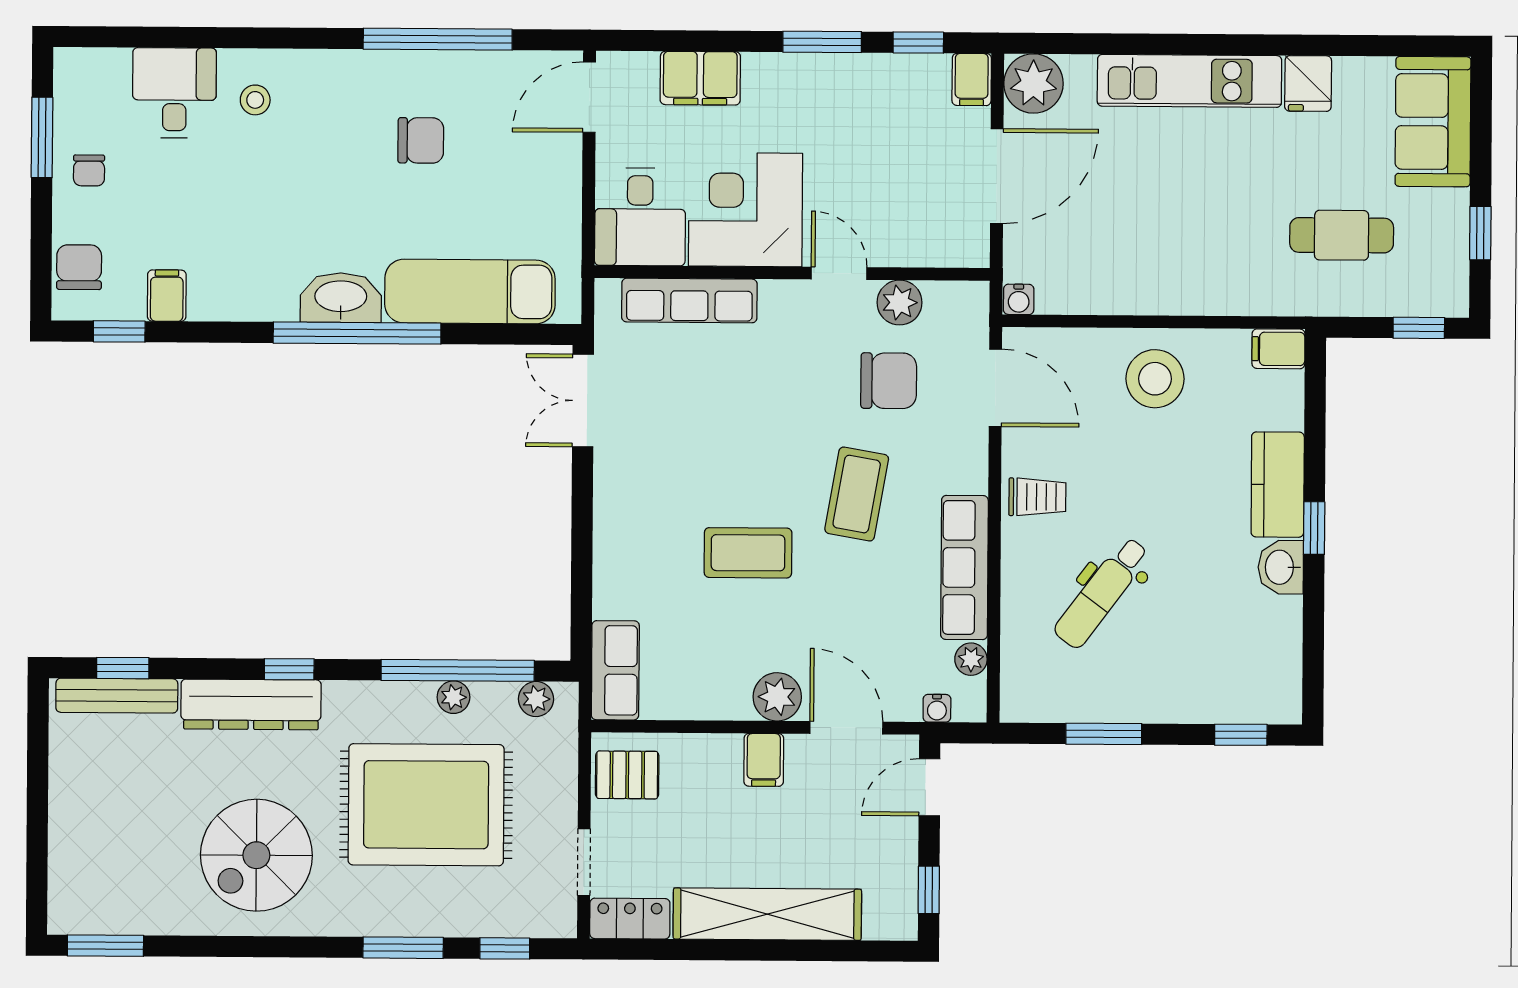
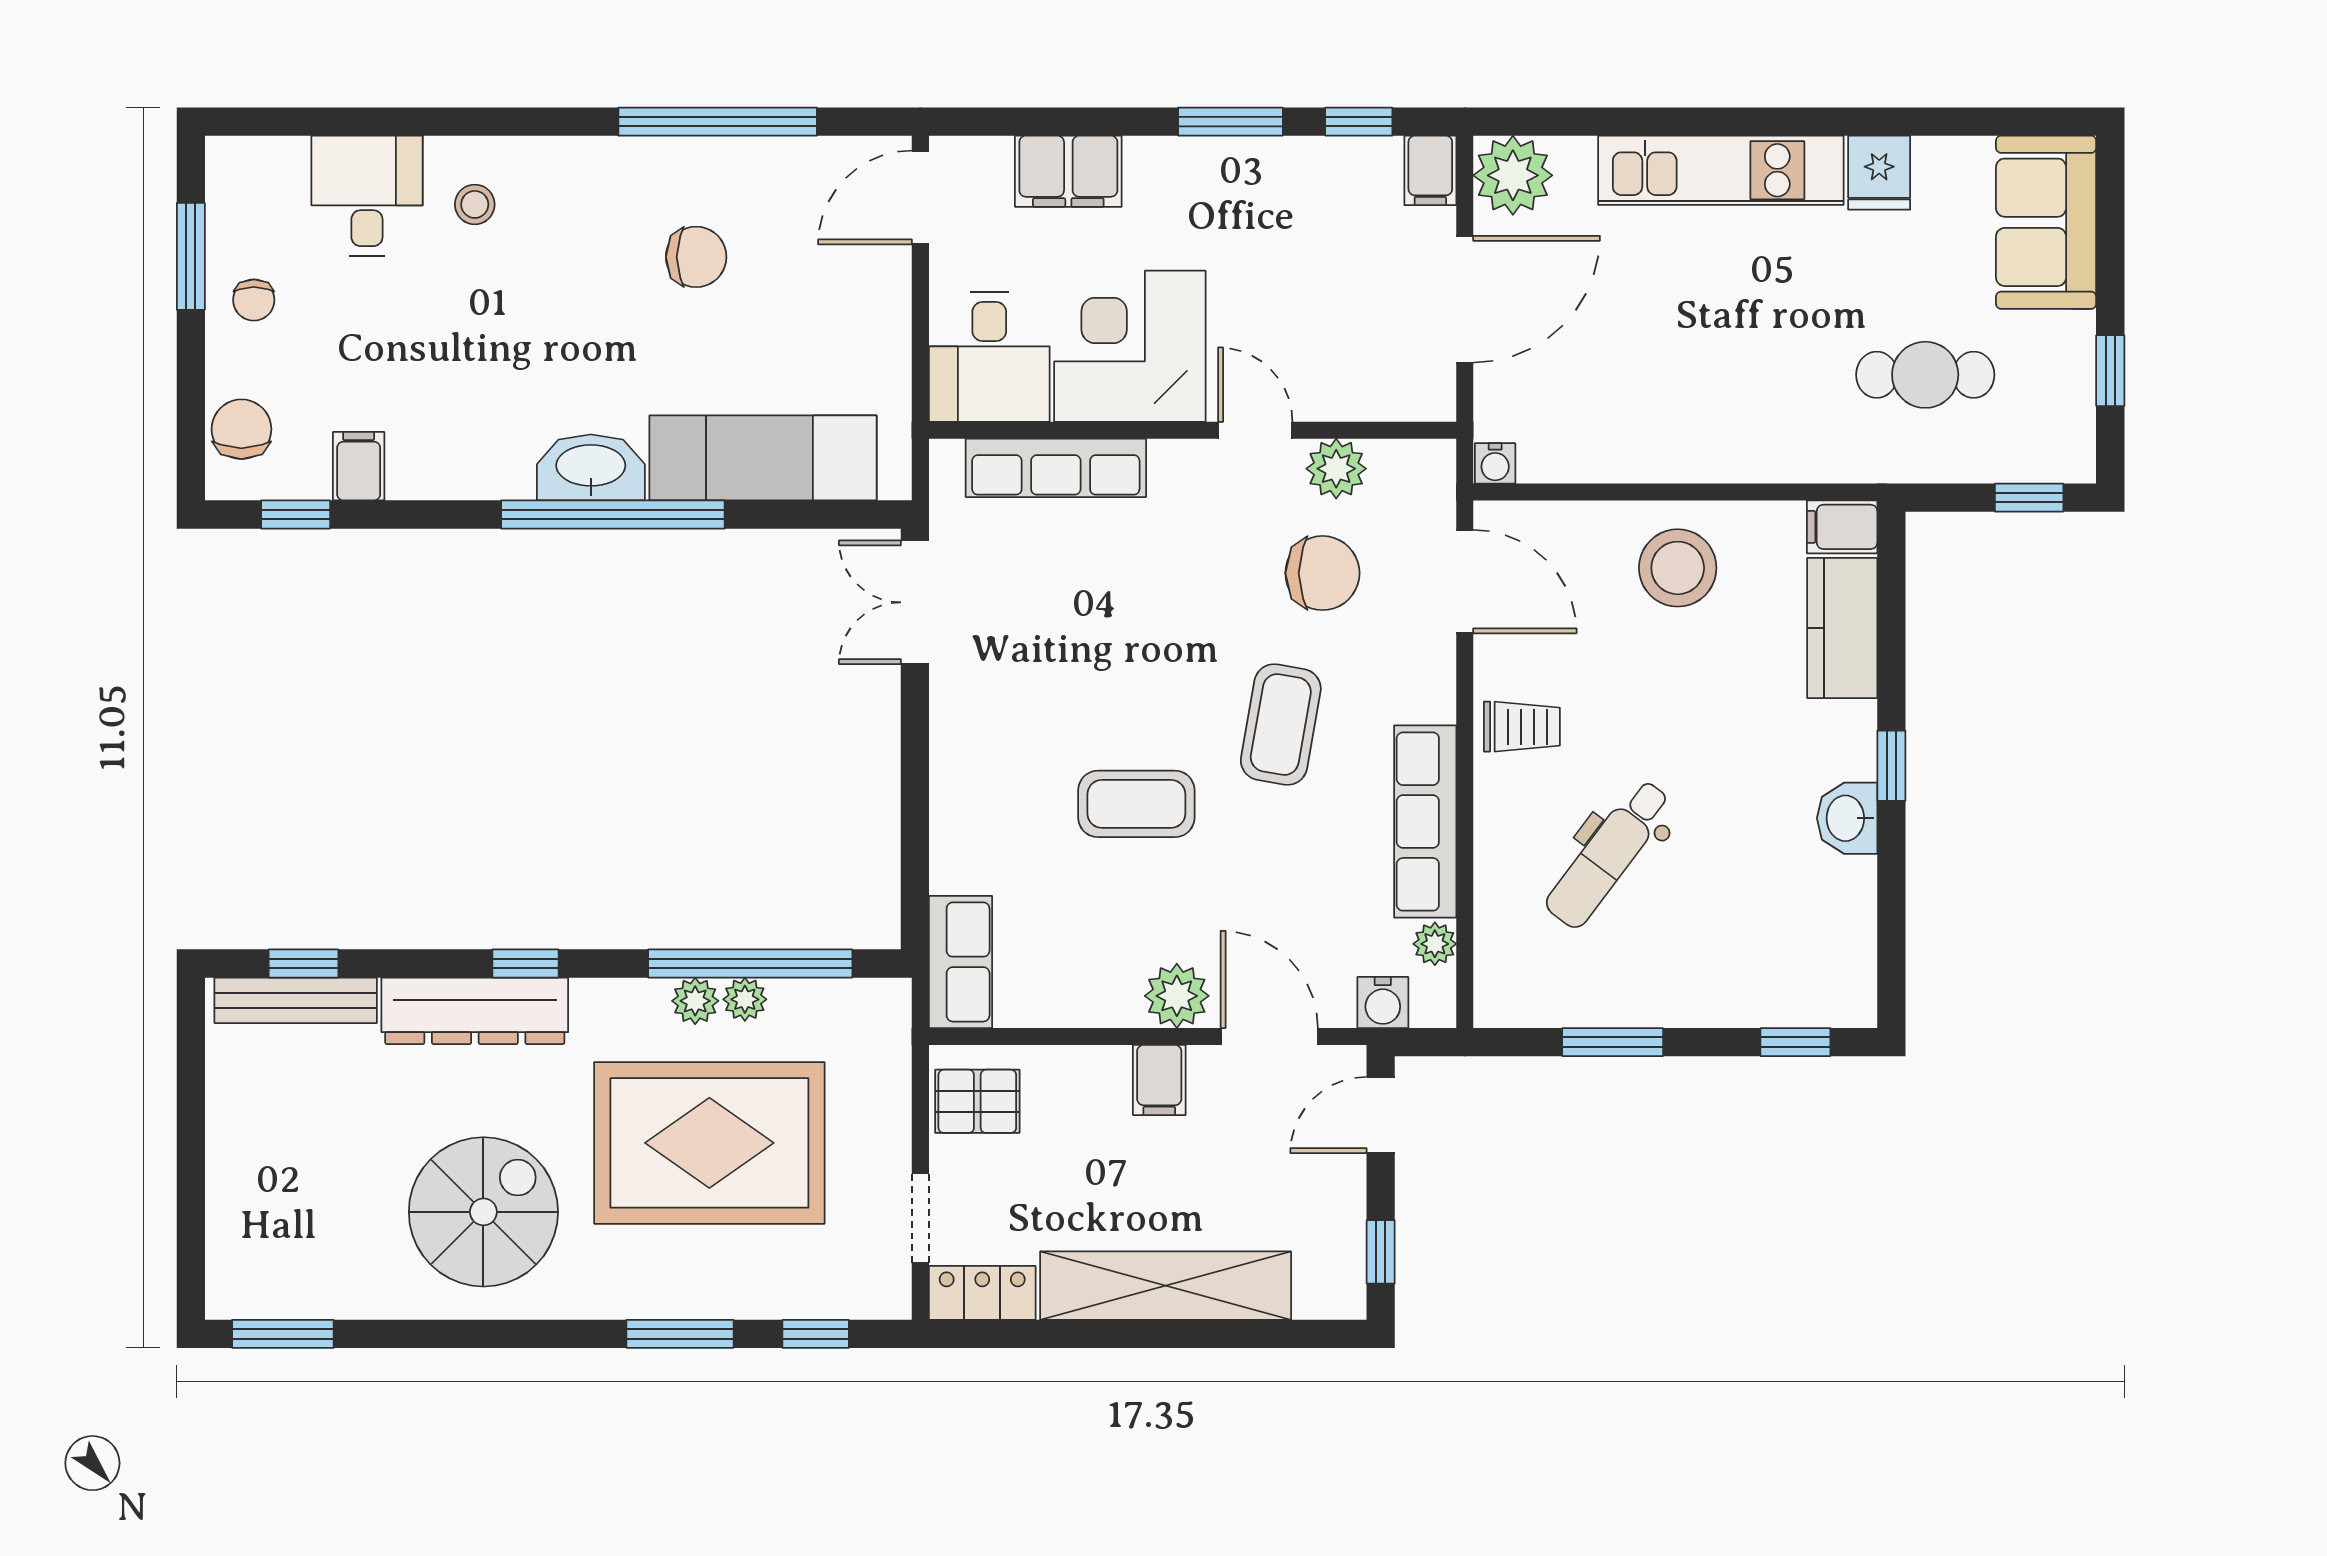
kitchen counter: (1278, 485) -> (1842, 628), moved
plant: (536, 699) -> (695, 1001), moved
water cooler: (937, 708) -> (1383, 1002), width x1.38, depth x1.38
spiral stairs: (256, 855) -> (483, 1212), turned 180

